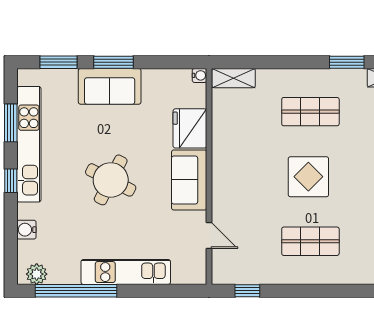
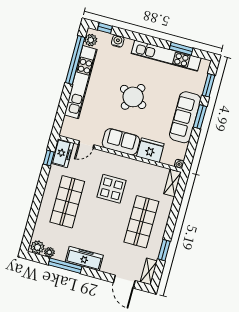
sofa: (110, 86) -> (185, 117), width x1.36
shop shelf: (310, 112) -> (141, 222), width x1.43, depth x1.36
display table: (308, 177) -> (112, 189), moved
window: (11, 181) -> (105, 28), moved
shop shelf: (310, 241) -> (67, 202), width x1.43, depth x1.36
freezer: (233, 270) -> (62, 153), added
kitchen unit: (126, 272) -> (81, 82), width x1.36

